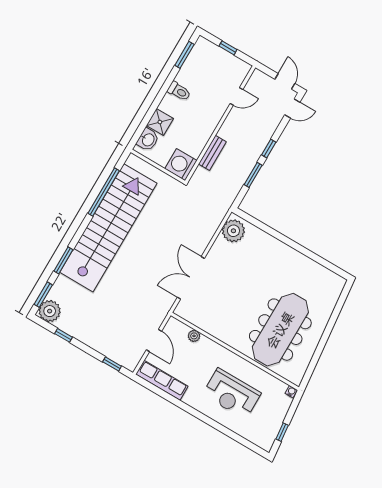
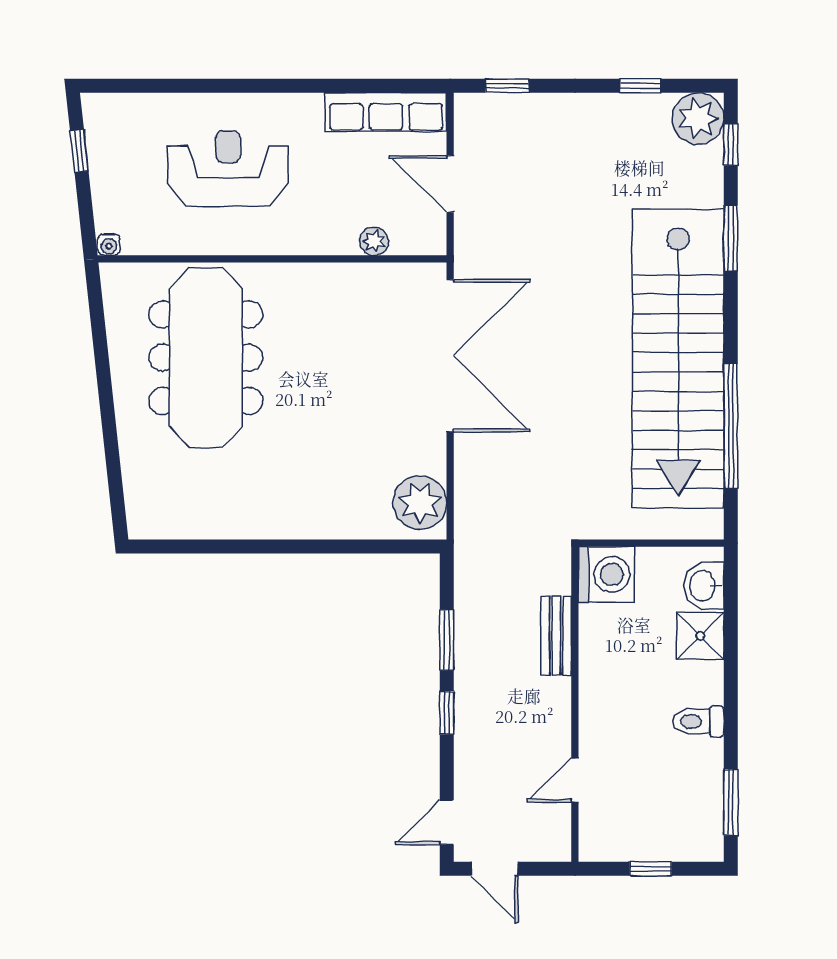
double door: (191, 278) -> (450, 356), width x1.36
window: (43, 295) -> (731, 144), width x0.67

